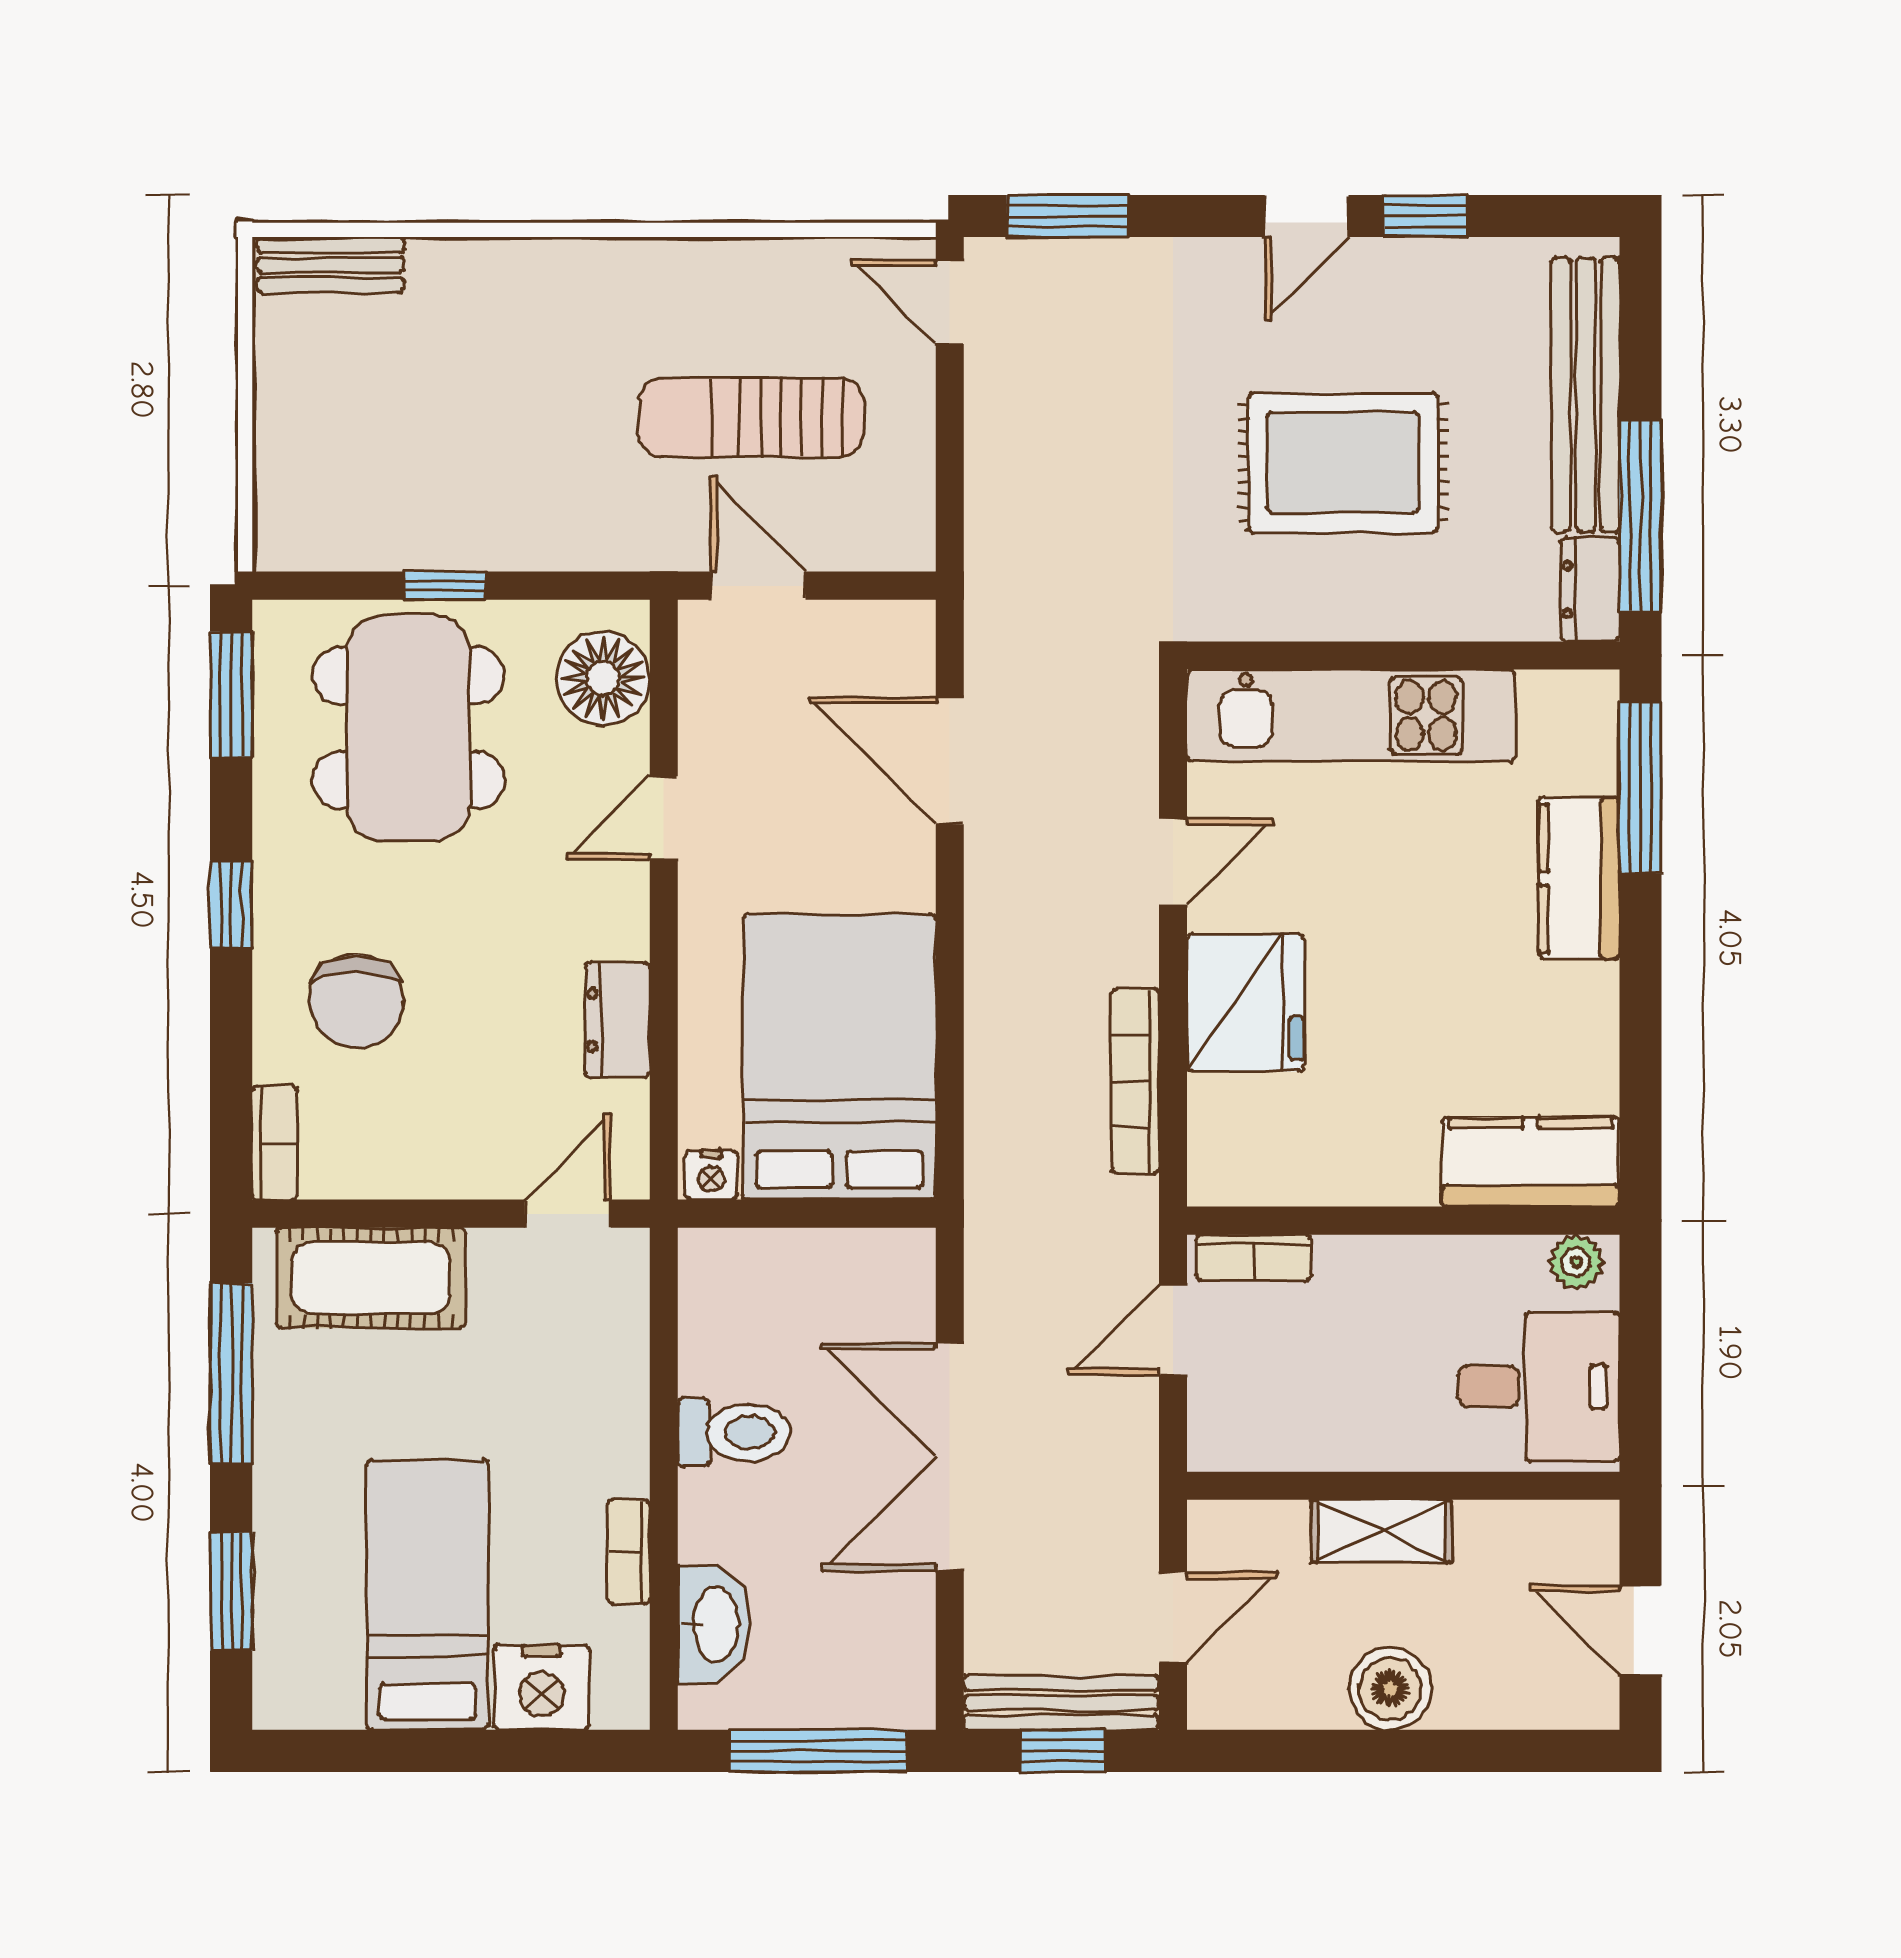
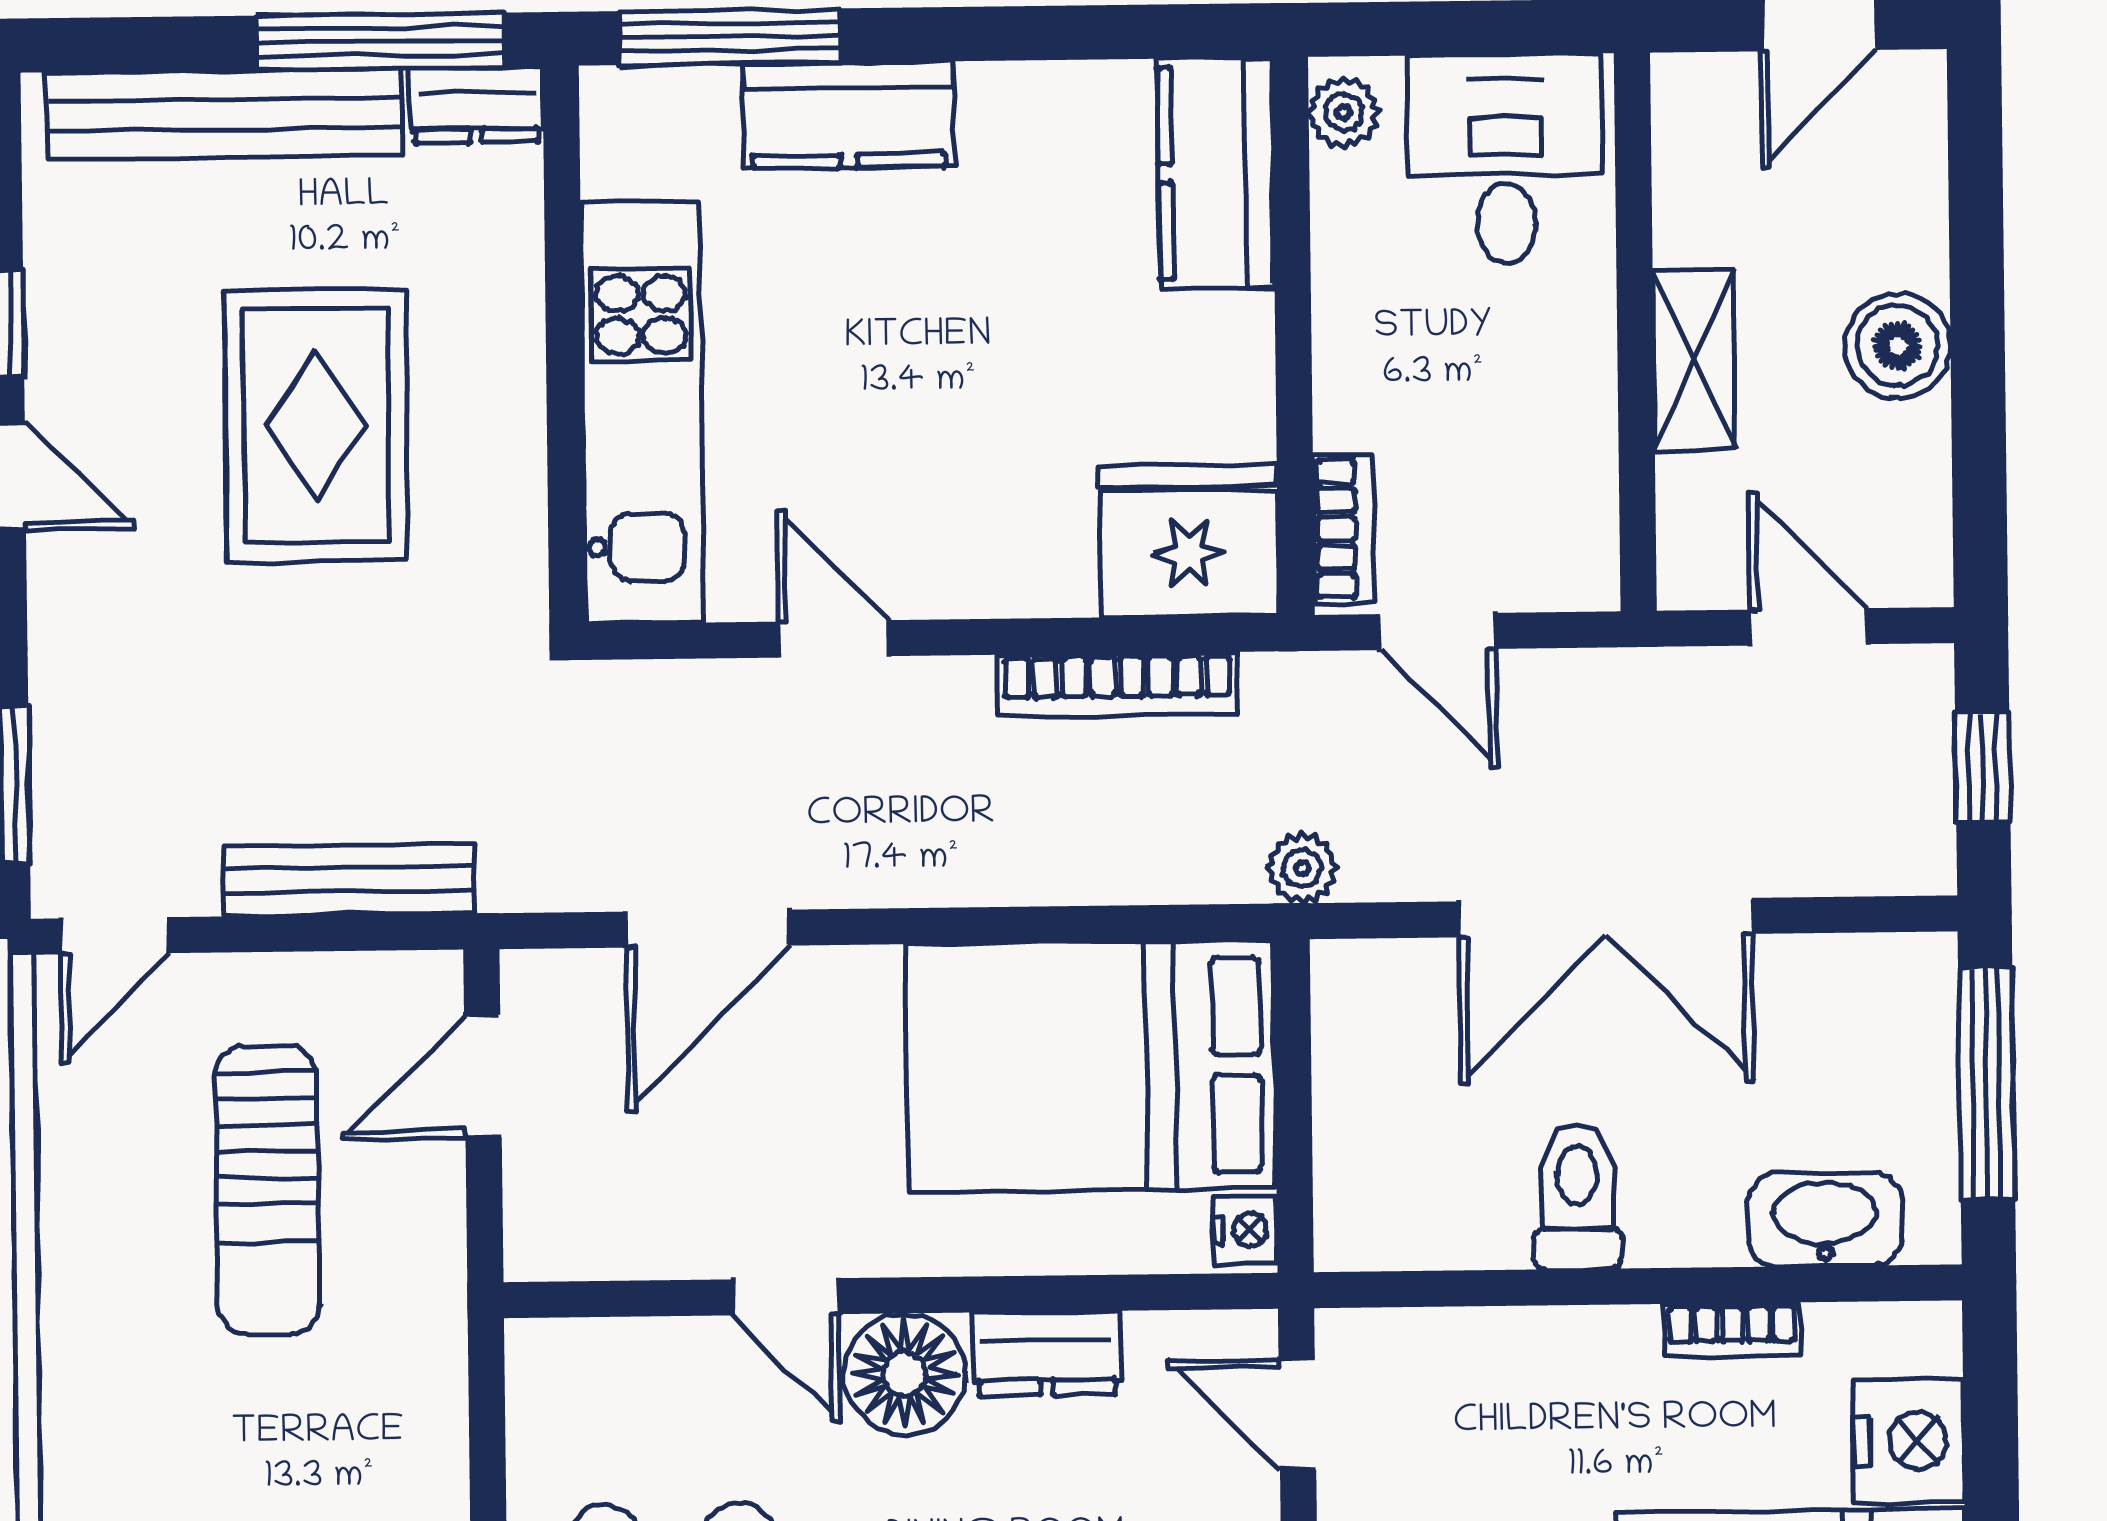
door: (758, 586) -> (483, 1076), moved
floor lamp: (603, 678) -> (905, 1374), moved
fridge: (1245, 1002) -> (1189, 541), moved
plant: (991, 1222) -> (1302, 868), added
bench: (1061, 1703) -> (348, 880), moved, turned 90

